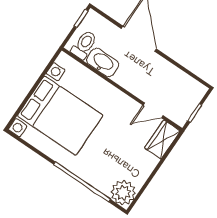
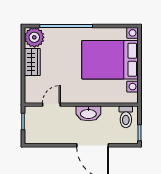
washbasin: (103, 63) -> (88, 113), moved
wardrobe: (162, 140) -> (32, 62), moved

